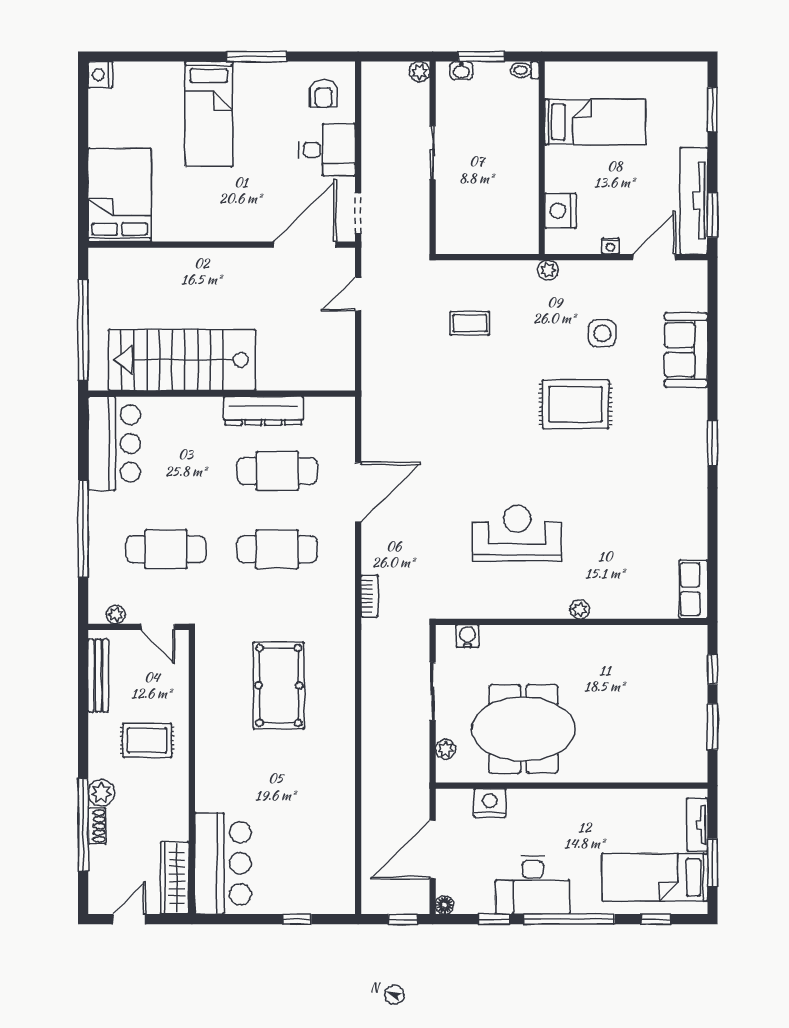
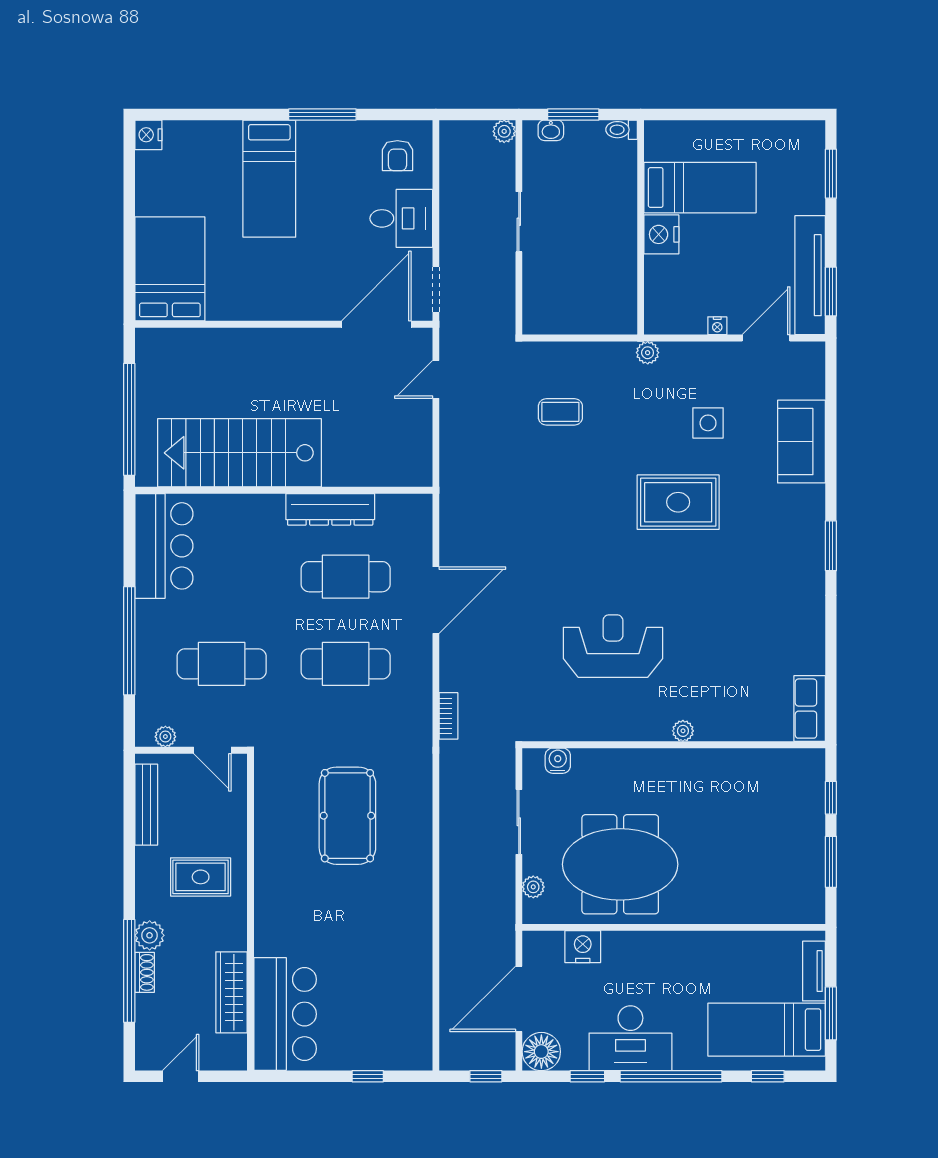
nightstand: (560, 211) -> (661, 234), moved
wardrobe: (175, 878) -> (231, 992), moved
floor lamp: (445, 905) -> (541, 1052), width x1.89, depth x1.89

